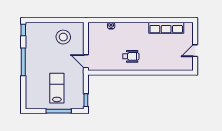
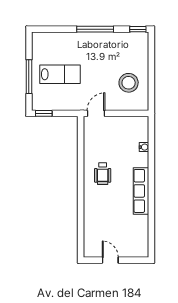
row of seats: (166, 28) -> (141, 191), moved

